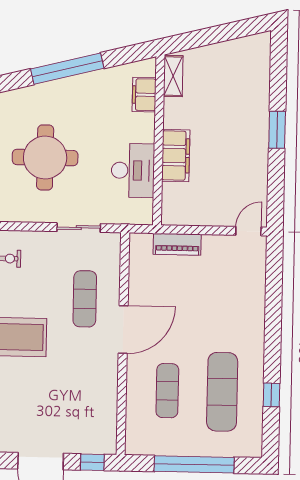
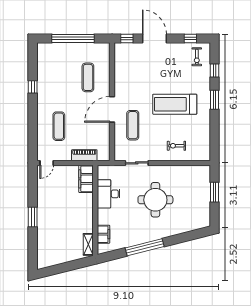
filing cabinet: (176, 156) -> (86, 179), moved
exercise mat: (222, 392) -> (59, 126), moved, width x0.73, depth x0.69
window: (271, 395) -> (33, 87), moved

